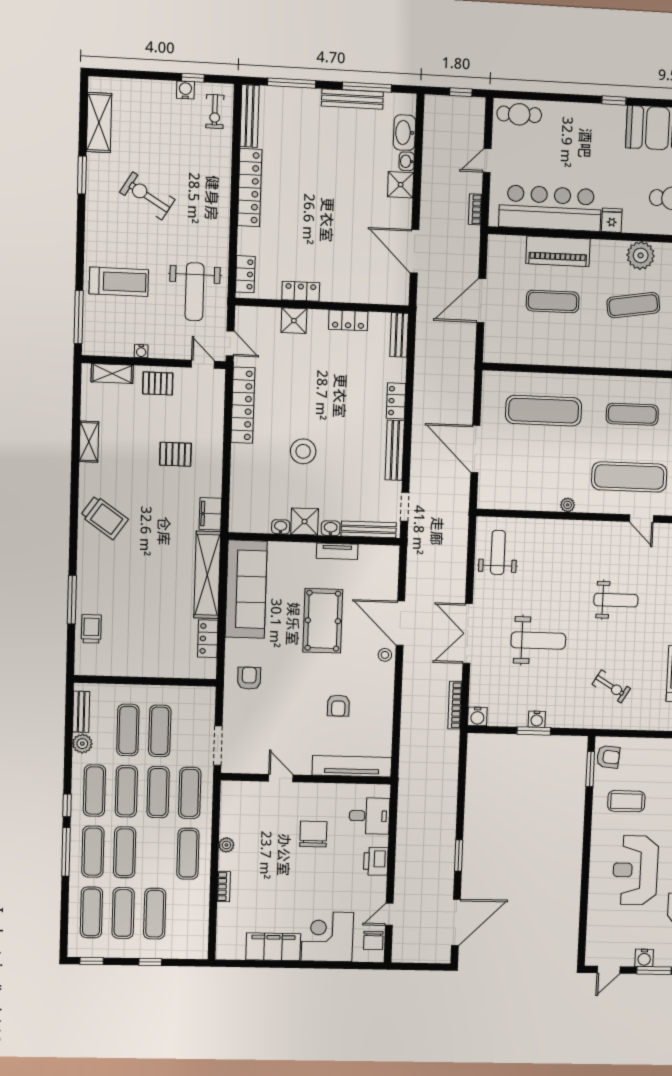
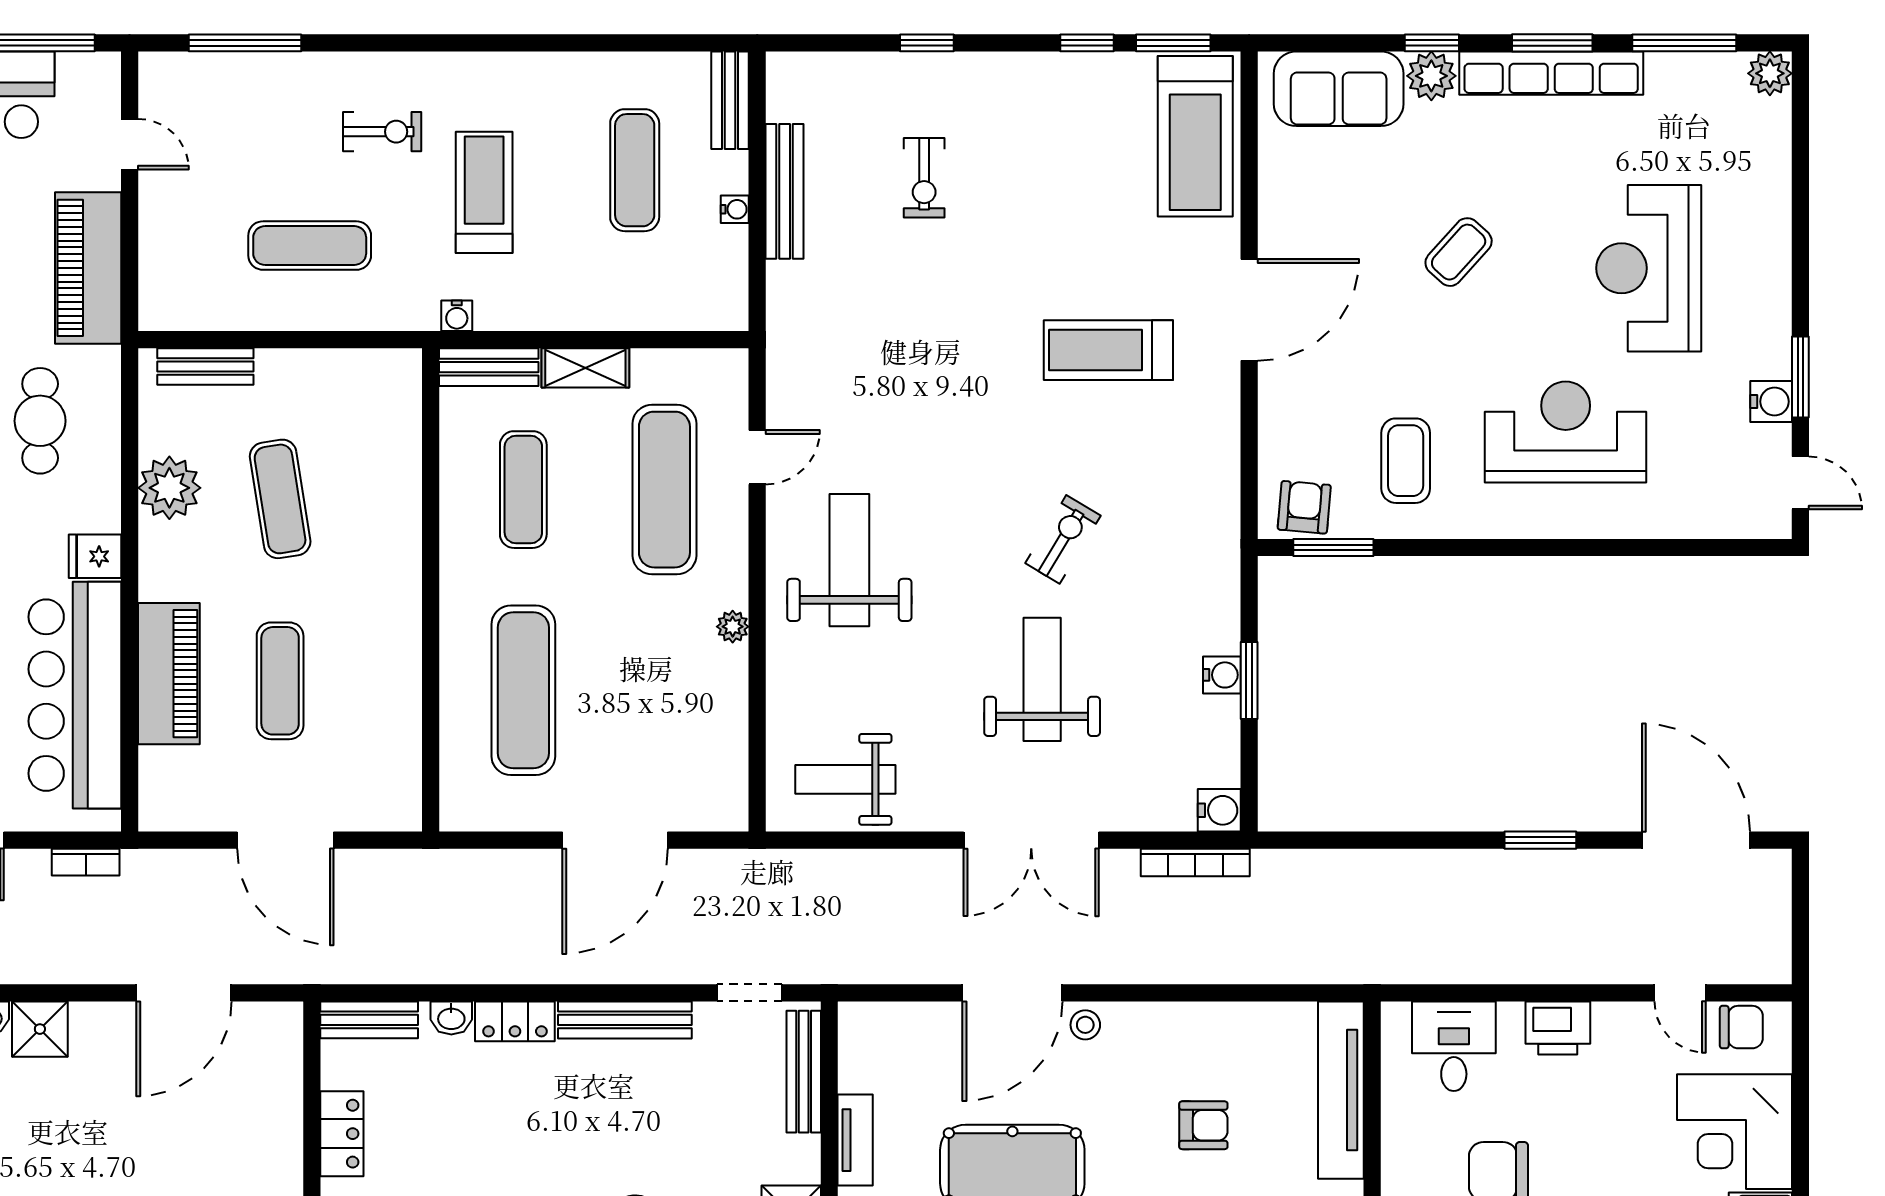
washbasin: (331, 528) -> (451, 1018), moved, turned -90
weight bench: (616, 600) -> (849, 560), moved, width x1.36, depth x1.33
exercise bike: (611, 686) -> (1063, 539), moved
reception desk: (635, 870) -> (1566, 432), turned 180

